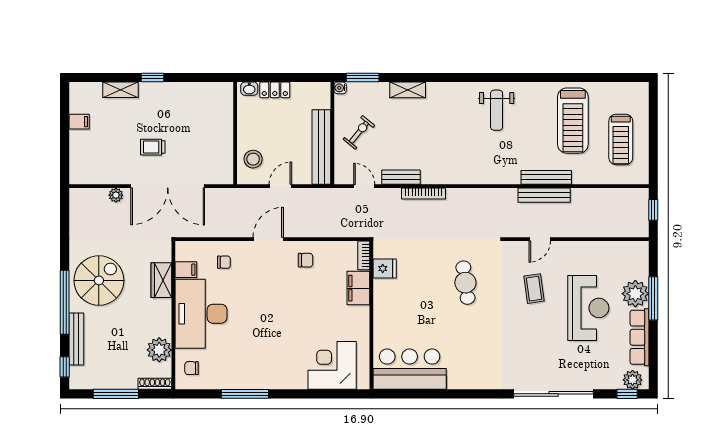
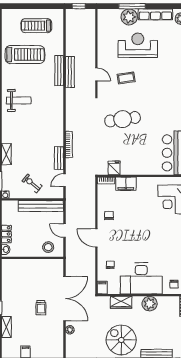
treadmill: (621, 139) -> (36, 26), turned 180
filing cabinet: (186, 270) -> (102, 288), moved
cafe table: (465, 283) -> (123, 119), width x1.37, depth x1.35
plant: (159, 350) -> (150, 304), moved

